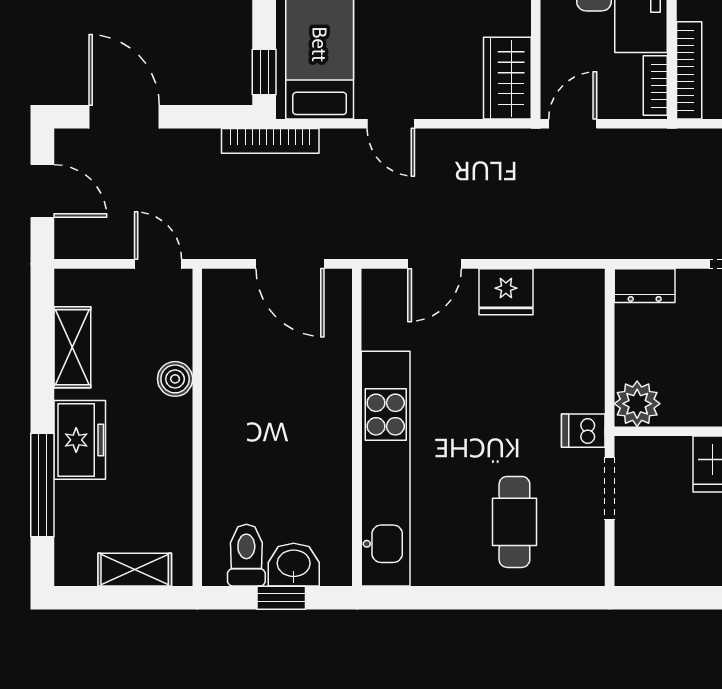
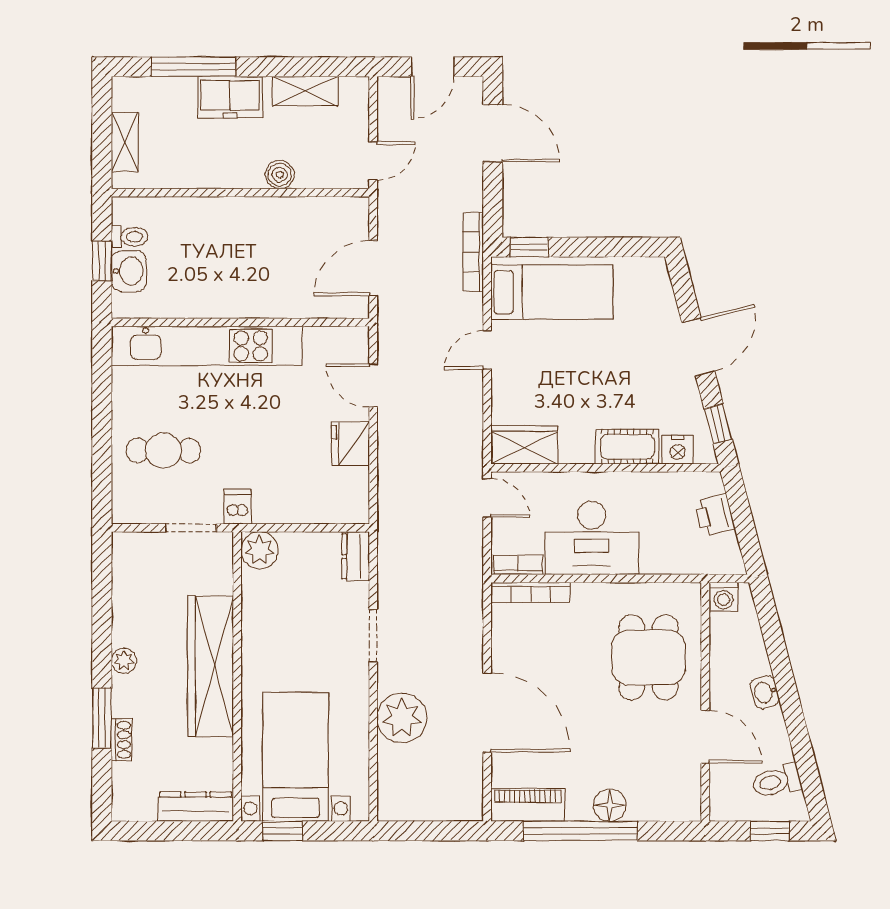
door: (124, 117) -> (493, 133), hinge flipped
toilet: (246, 555) -> (129, 237), width x0.73, depth x0.72

